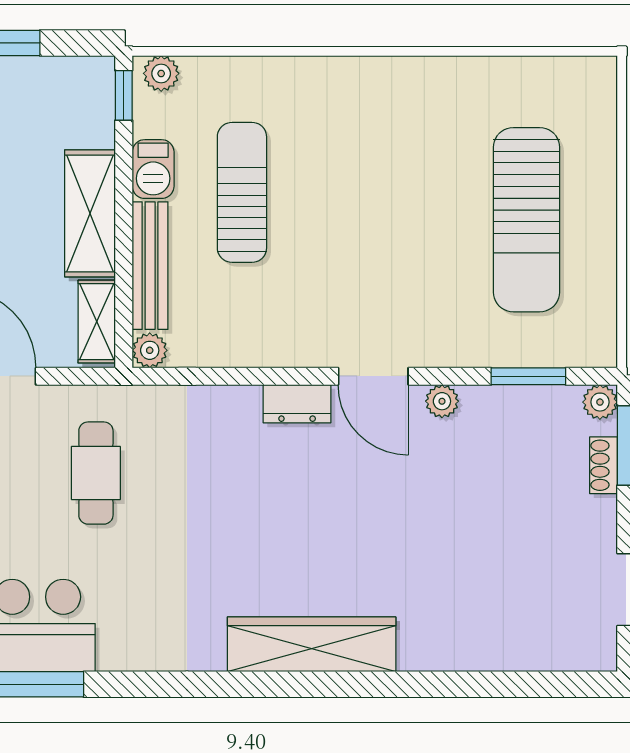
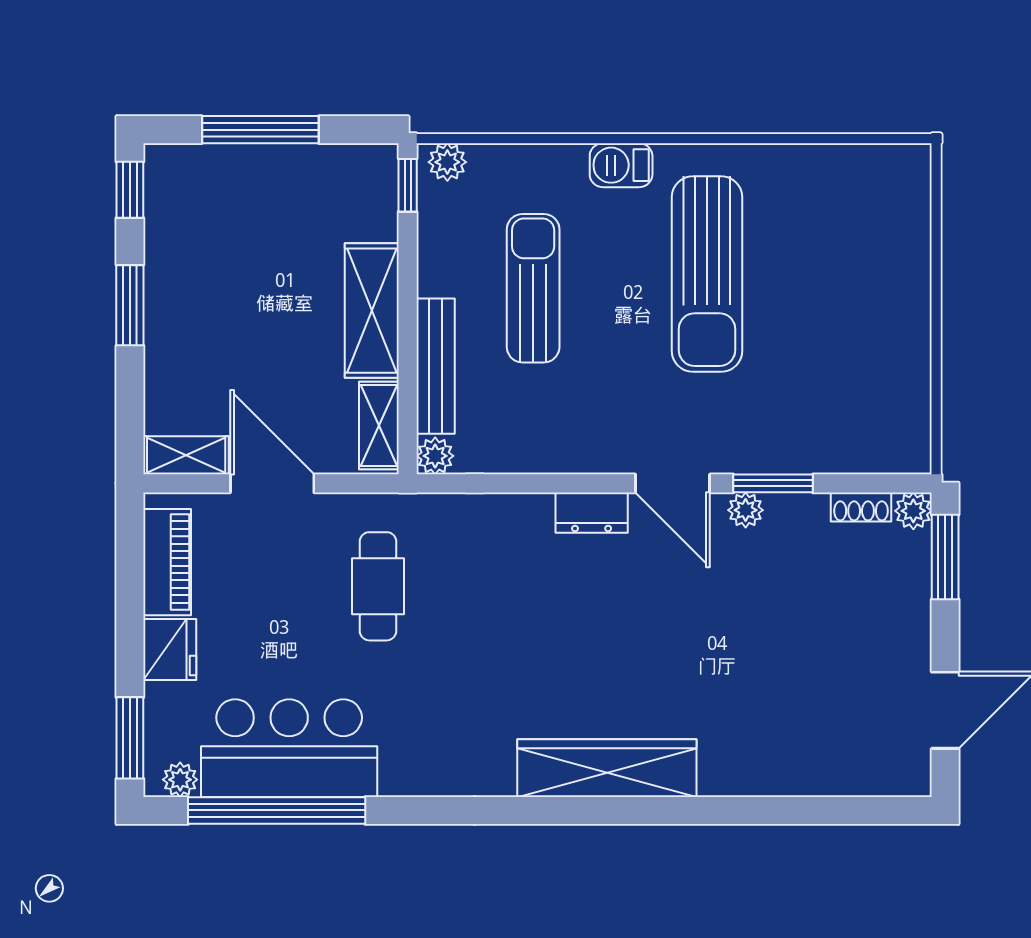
barbecue: (153, 169) -> (621, 165), moved, turned 90
sun lounger: (526, 220) -> (707, 274), moved
window: (528, 376) -> (773, 483), moved
shoe rack: (604, 465) -> (861, 507), moved, turned -90

